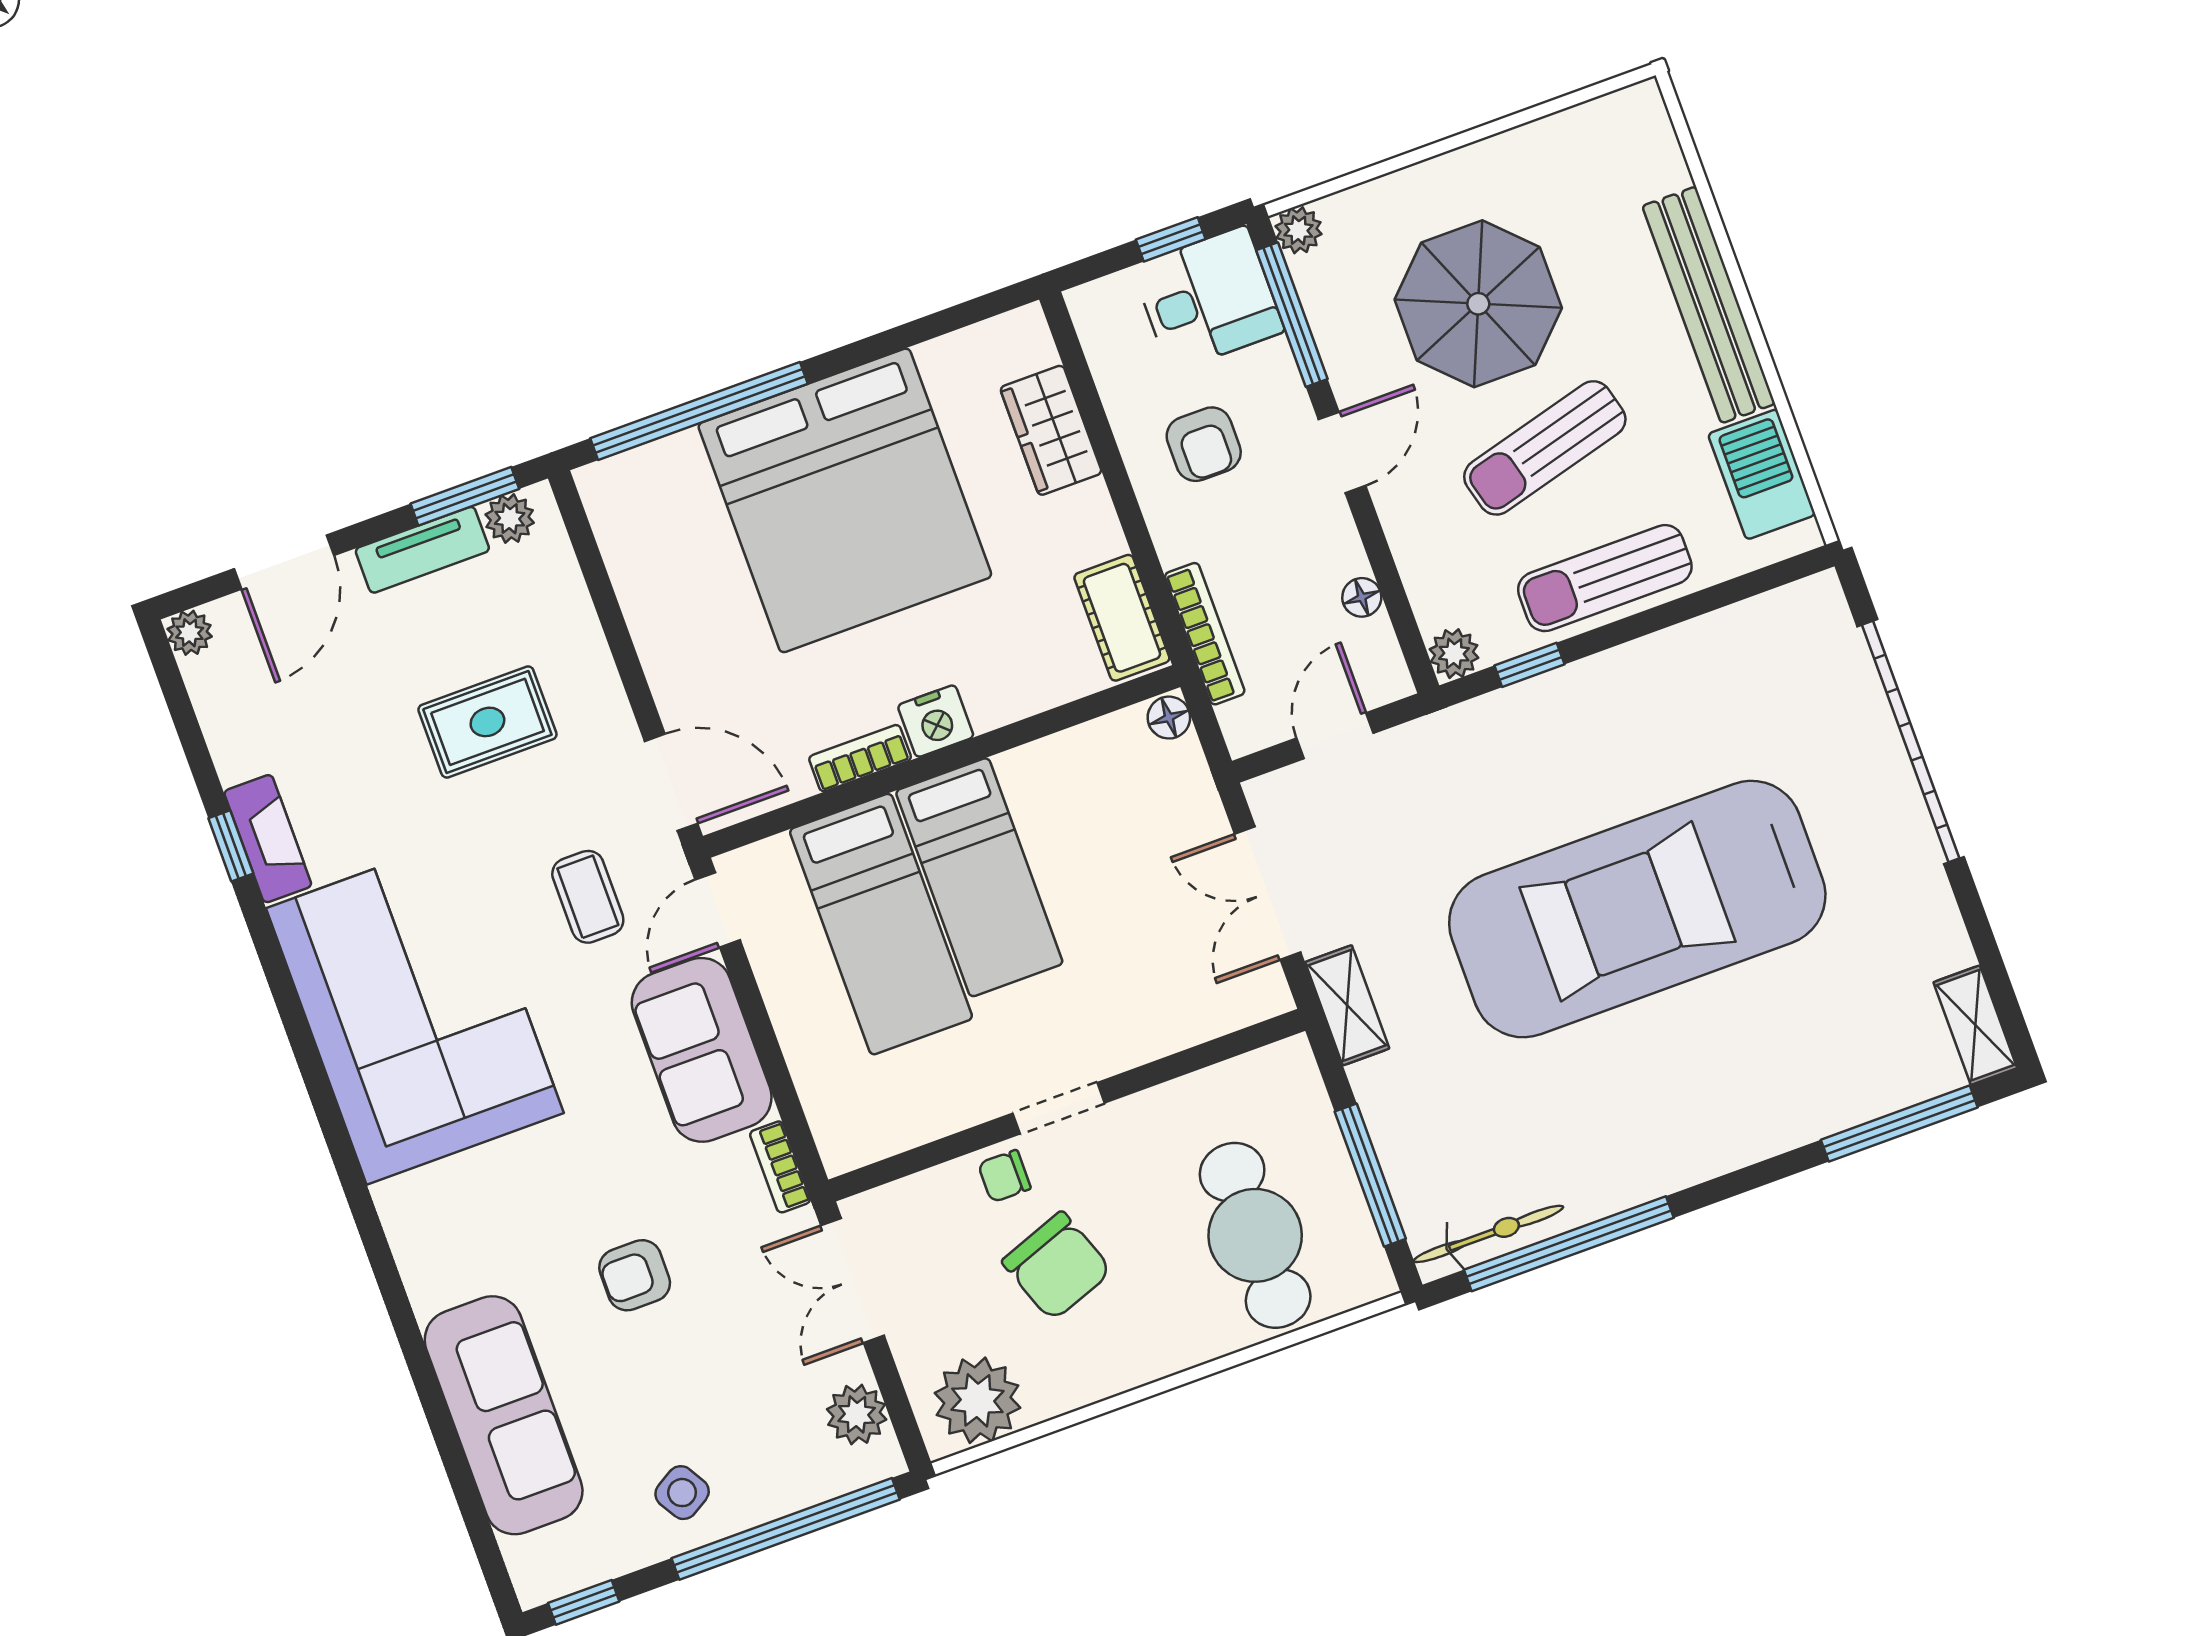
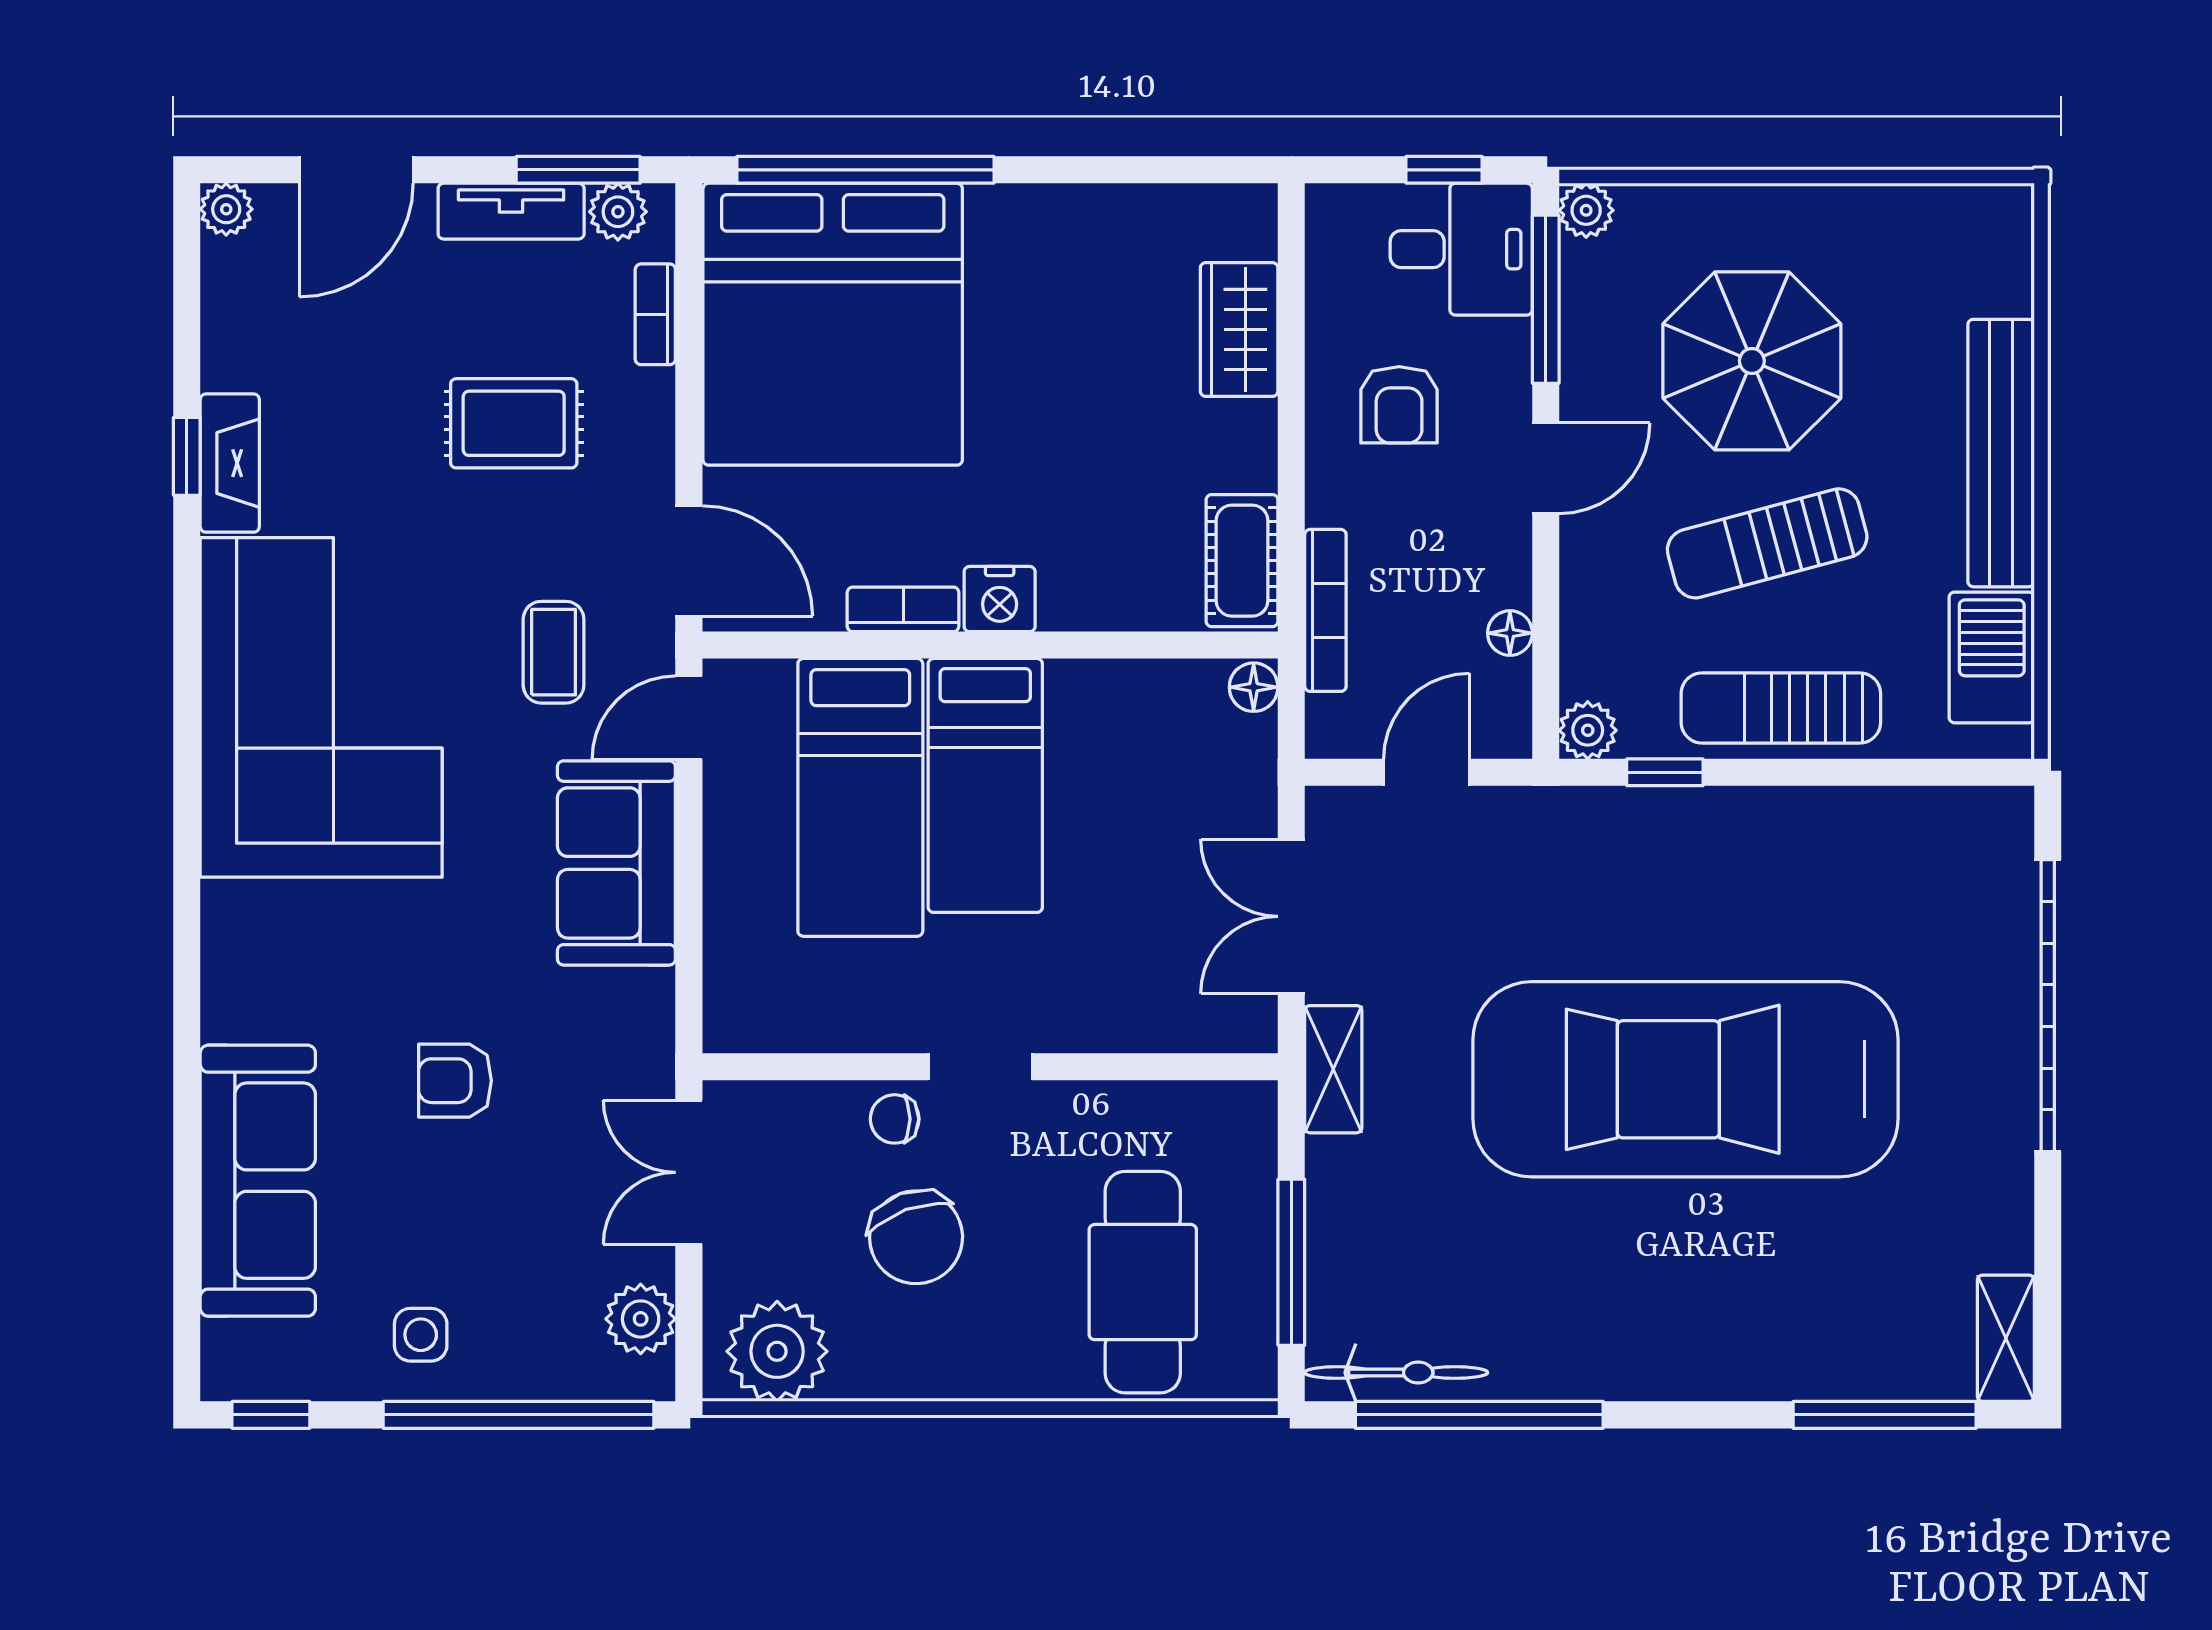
bed: (845, 500) -> (833, 324), moved
bookcase: (780, 1167) -> (655, 314), moved
side table: (682, 1493) -> (421, 1335), turned 31

